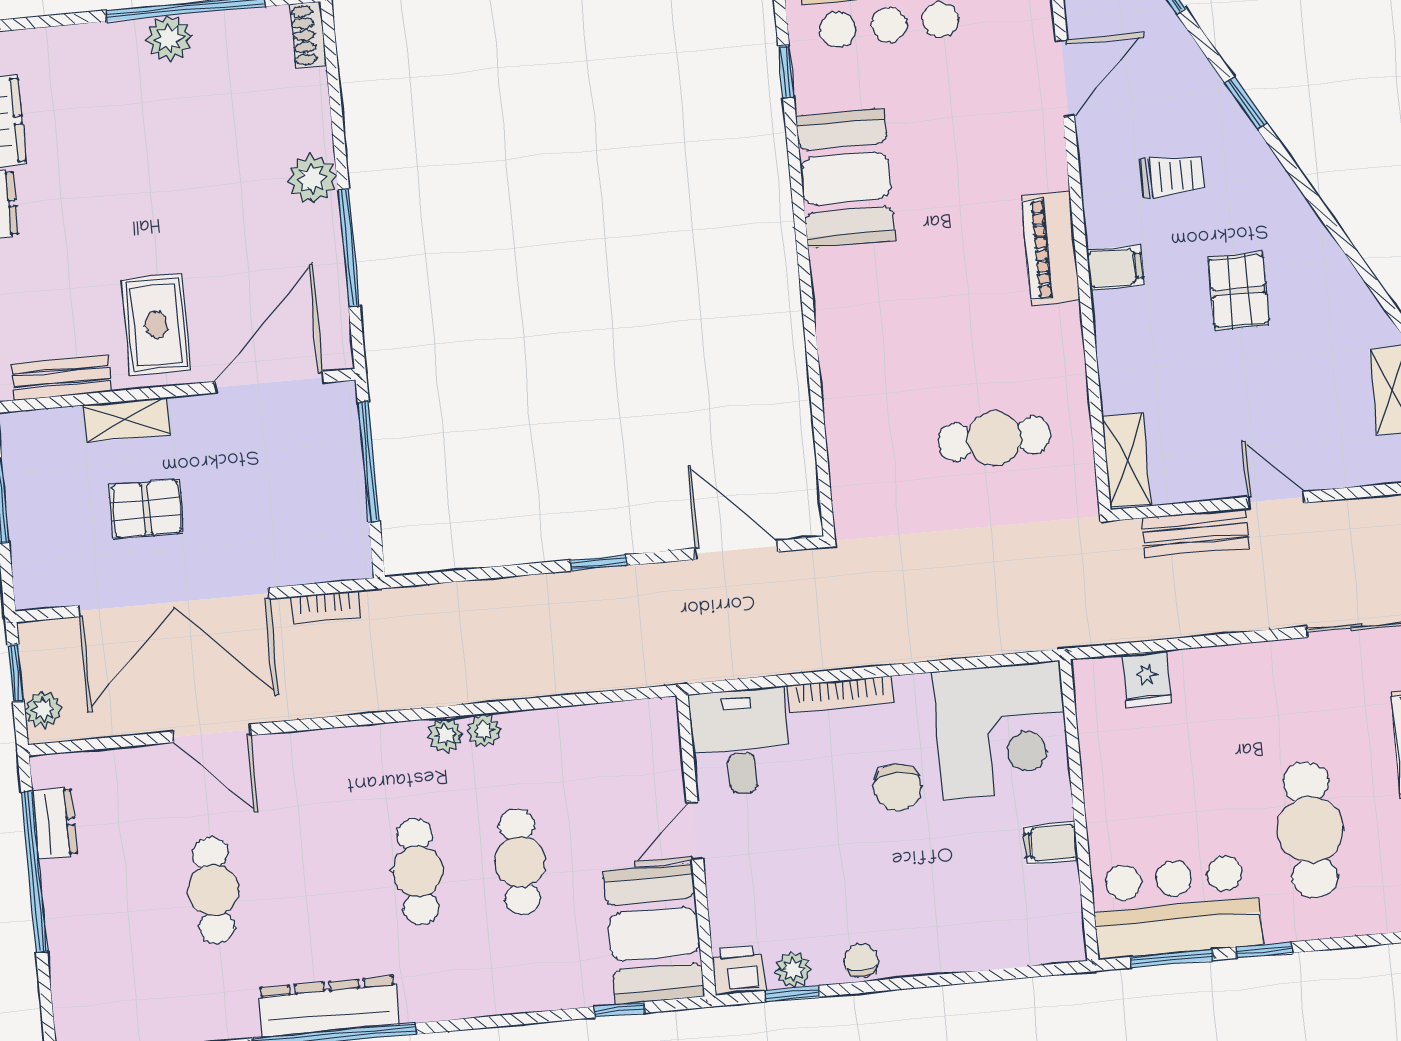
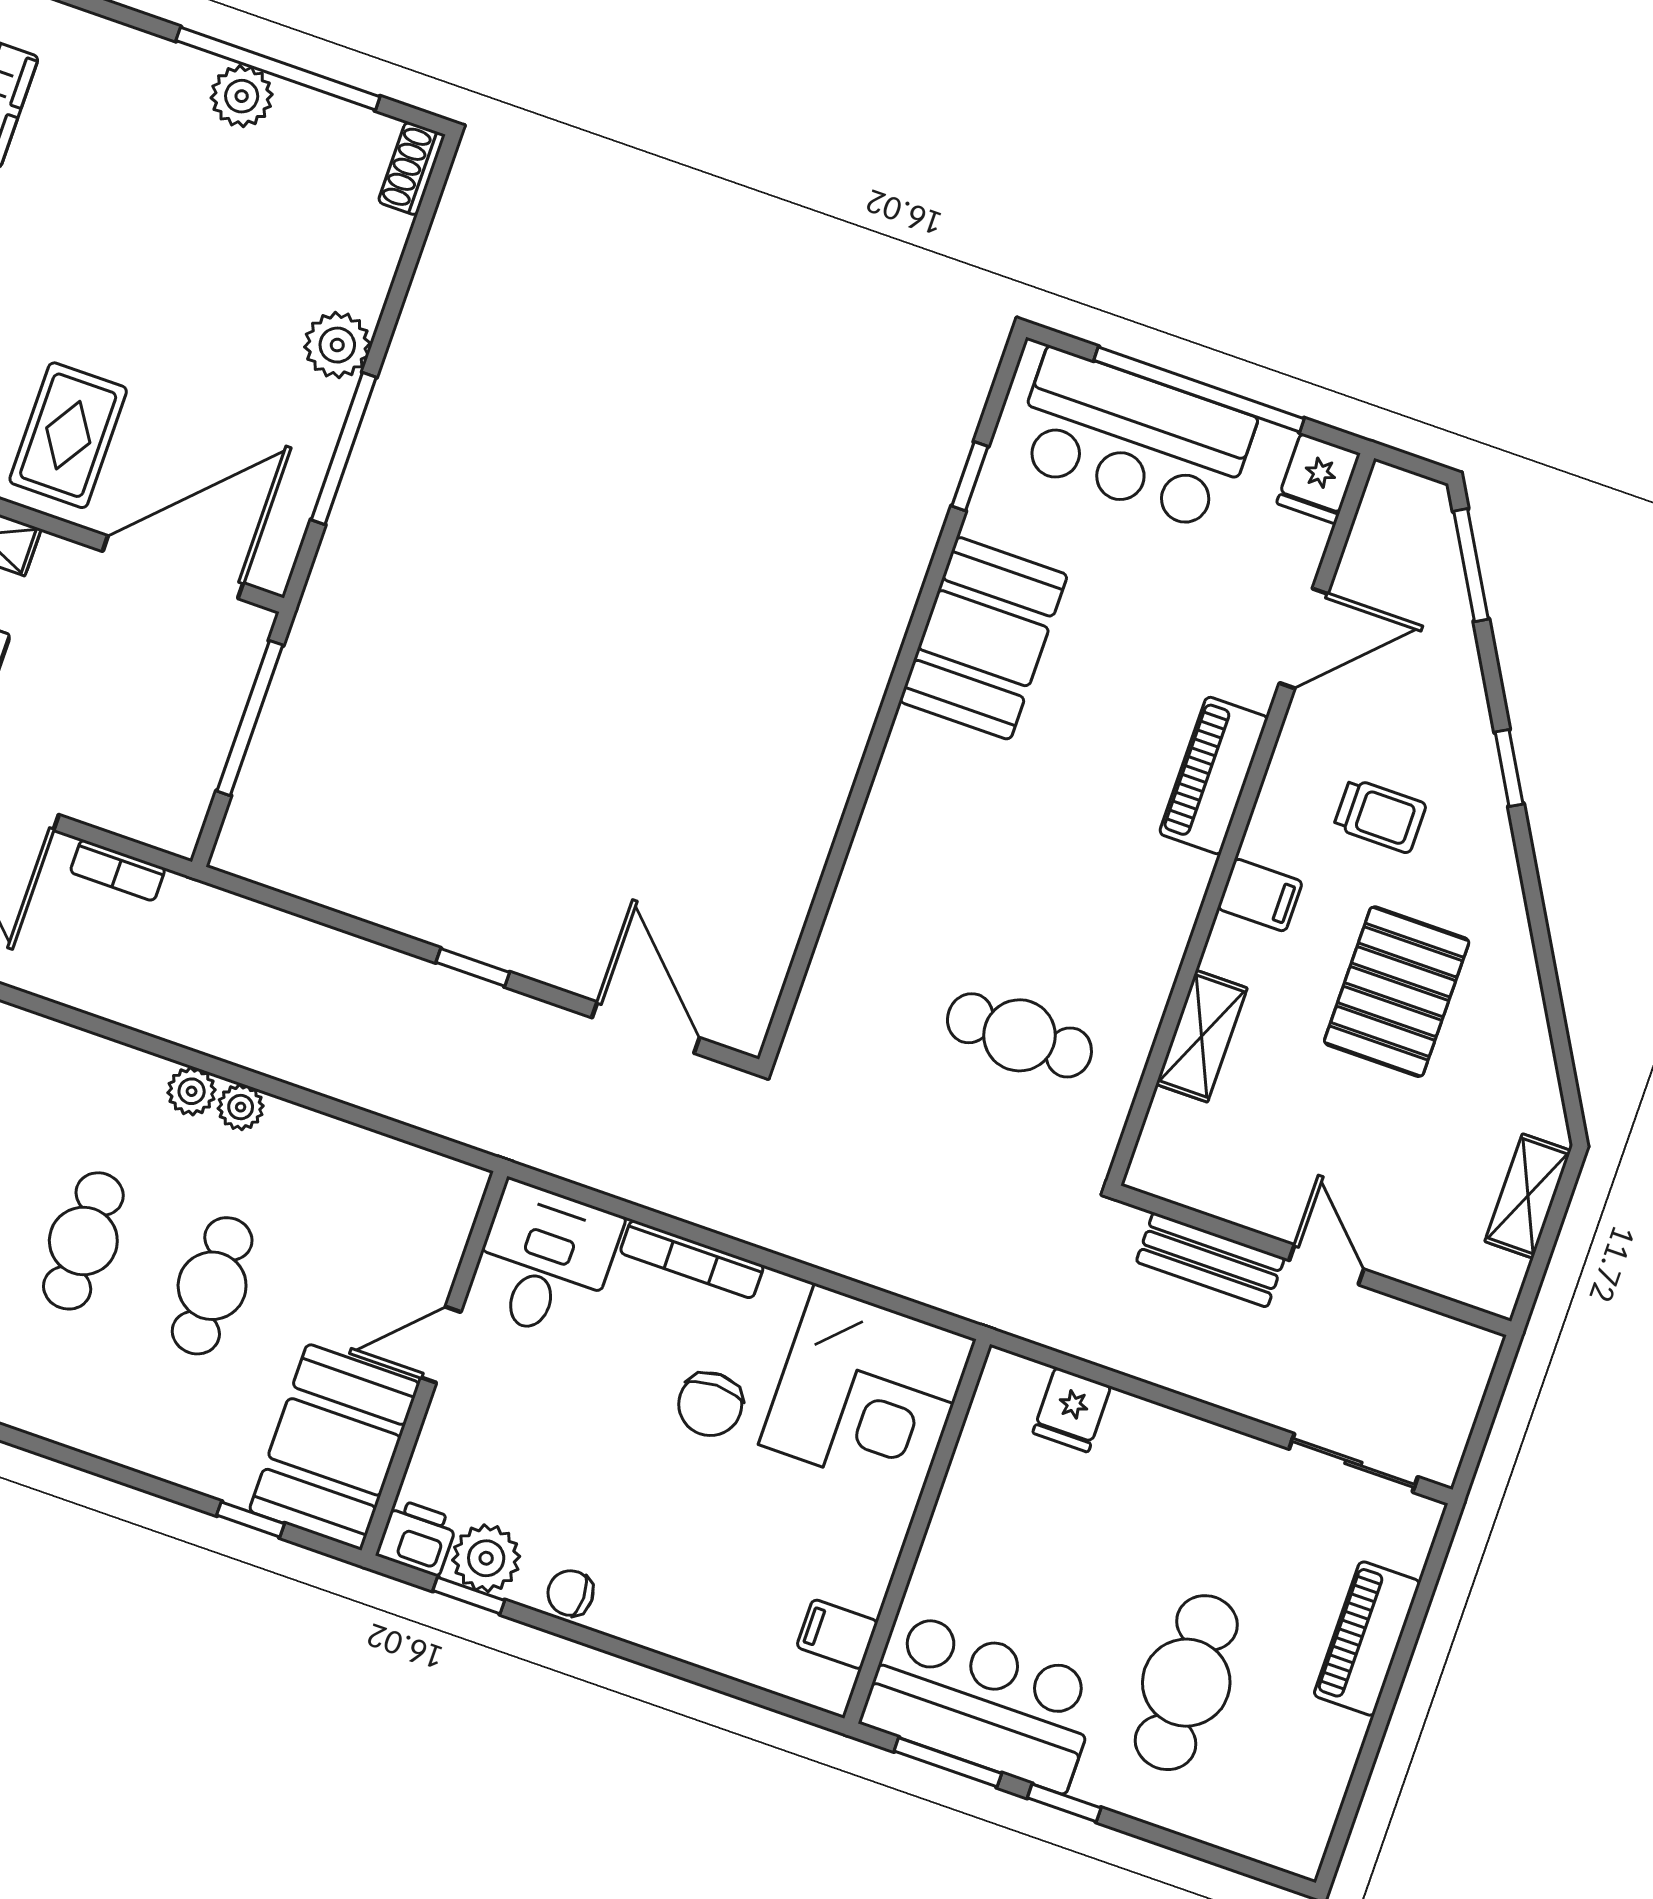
piano: (1051, 248) -> (1214, 776), moved
pallet: (1239, 291) -> (1397, 992), width x1.50, depth x1.42
shelving: (1126, 460) -> (1202, 1036), moved
filing cabinet: (1051, 843) -> (837, 1634), moved
chair: (861, 960) -> (570, 1593), turned -90
plant: (793, 970) -> (486, 1558), width x1.38, depth x1.38

